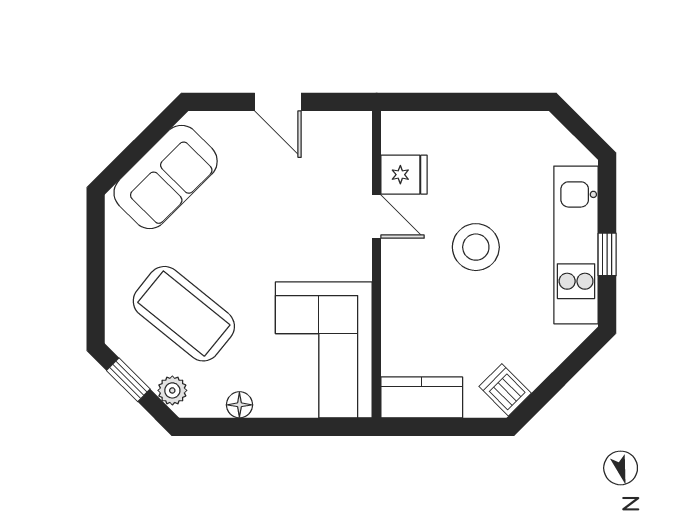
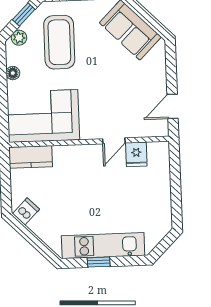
door: (278, 102) -> (173, 106), moved
stool: (476, 247) -> (100, 193), removed
coffee table: (184, 314) -> (59, 42), turned -39
kitchen counter: (422, 397) -> (31, 157), moved, turned 90

